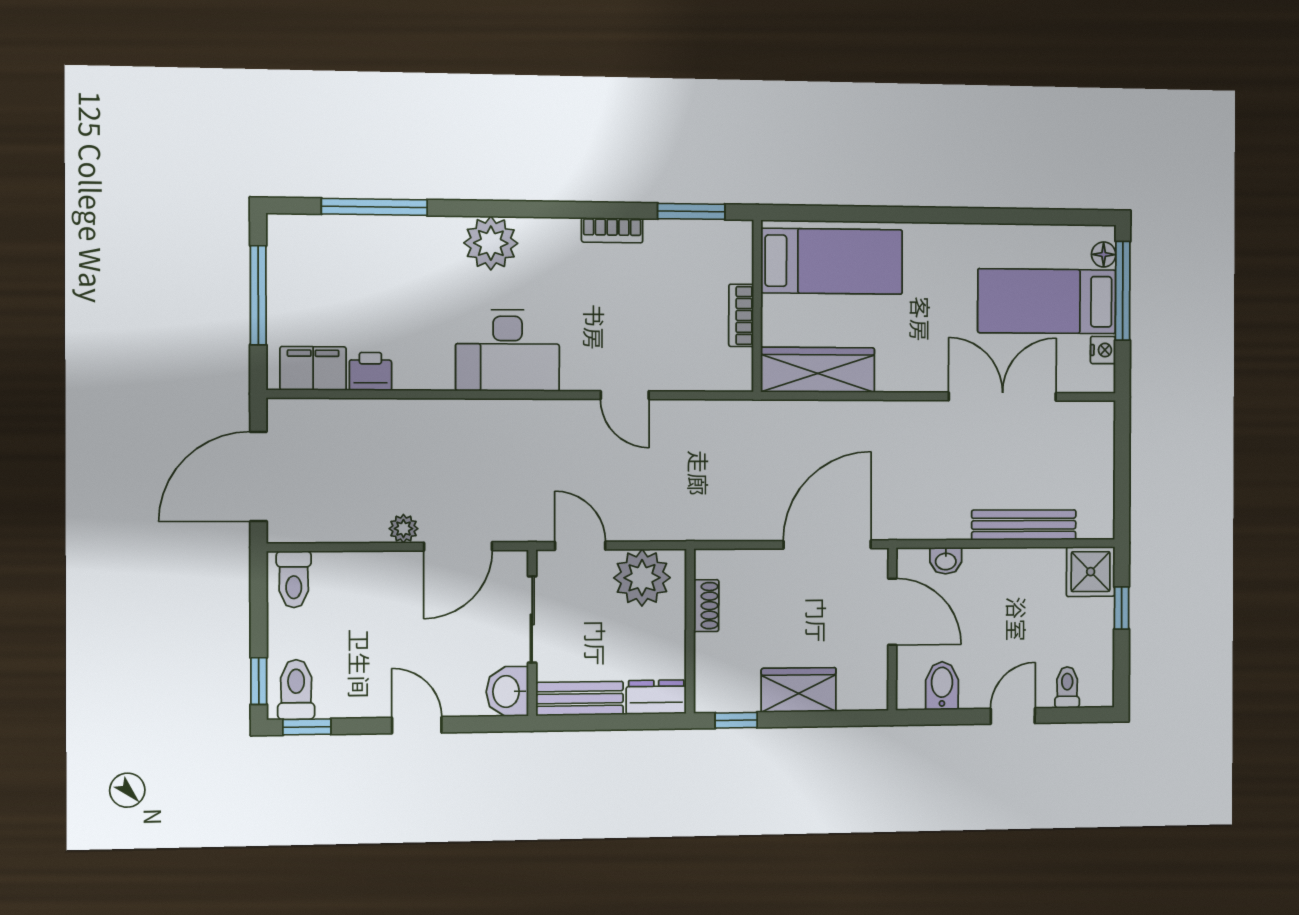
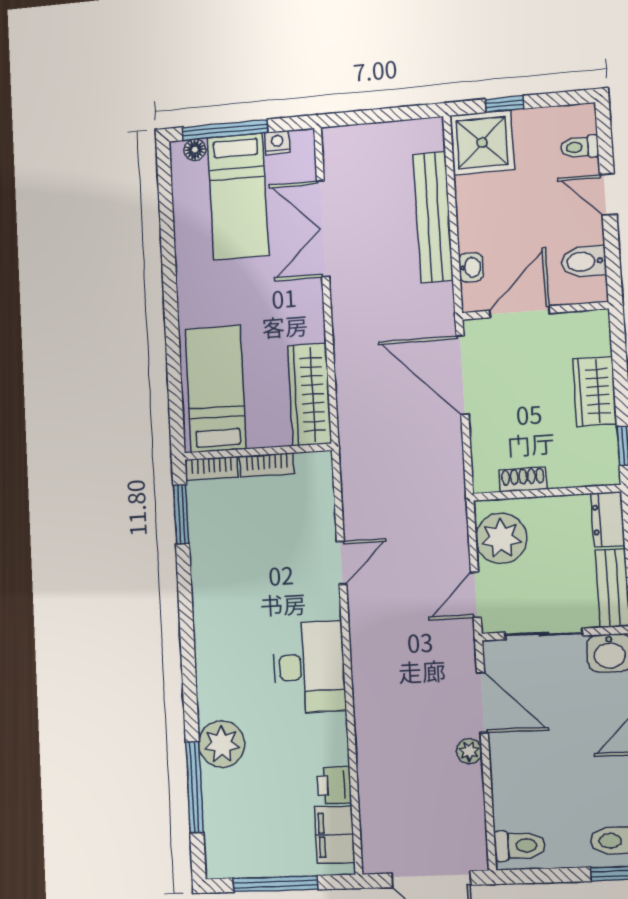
bookcase: (612, 230) -> (212, 468), moved, turned 90
plant: (491, 243) -> (222, 744), moved
bench: (1024, 525) -> (433, 217), width x1.37, depth x1.21
shower: (1091, 572) -> (482, 143), width x1.36, depth x1.36

